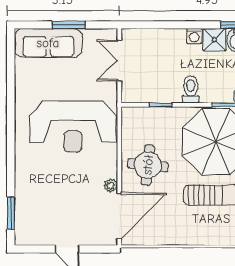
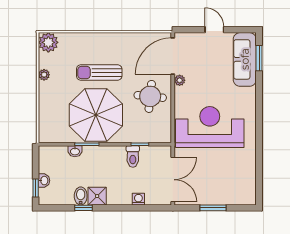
washing machine: (194, 36) -> (138, 199), moved
sofa: (48, 43) -> (245, 59), moved, turned -90
double door: (119, 61) -> (173, 180), width x1.37
toilet: (191, 89) -> (133, 157), moved

